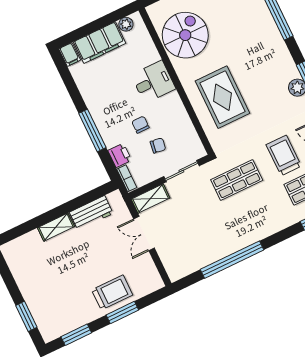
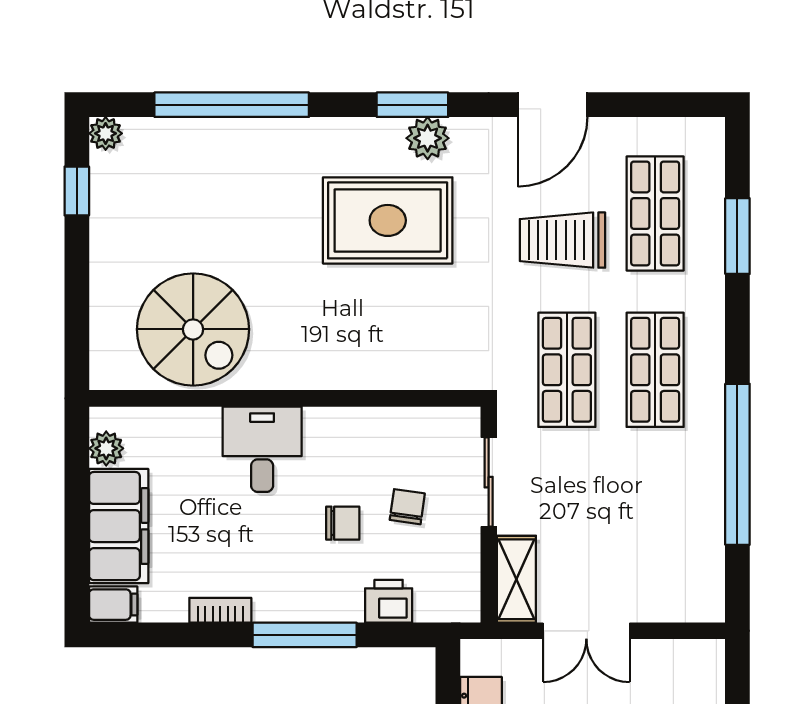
spiral stairs: (185, 35) -> (193, 329), turned 180
rug: (222, 97) -> (388, 220), moved
chair: (140, 125) -> (343, 523), turned 180
bookcase: (127, 178) -> (220, 610), moved
shop shelf: (252, 213) -> (655, 370), added

